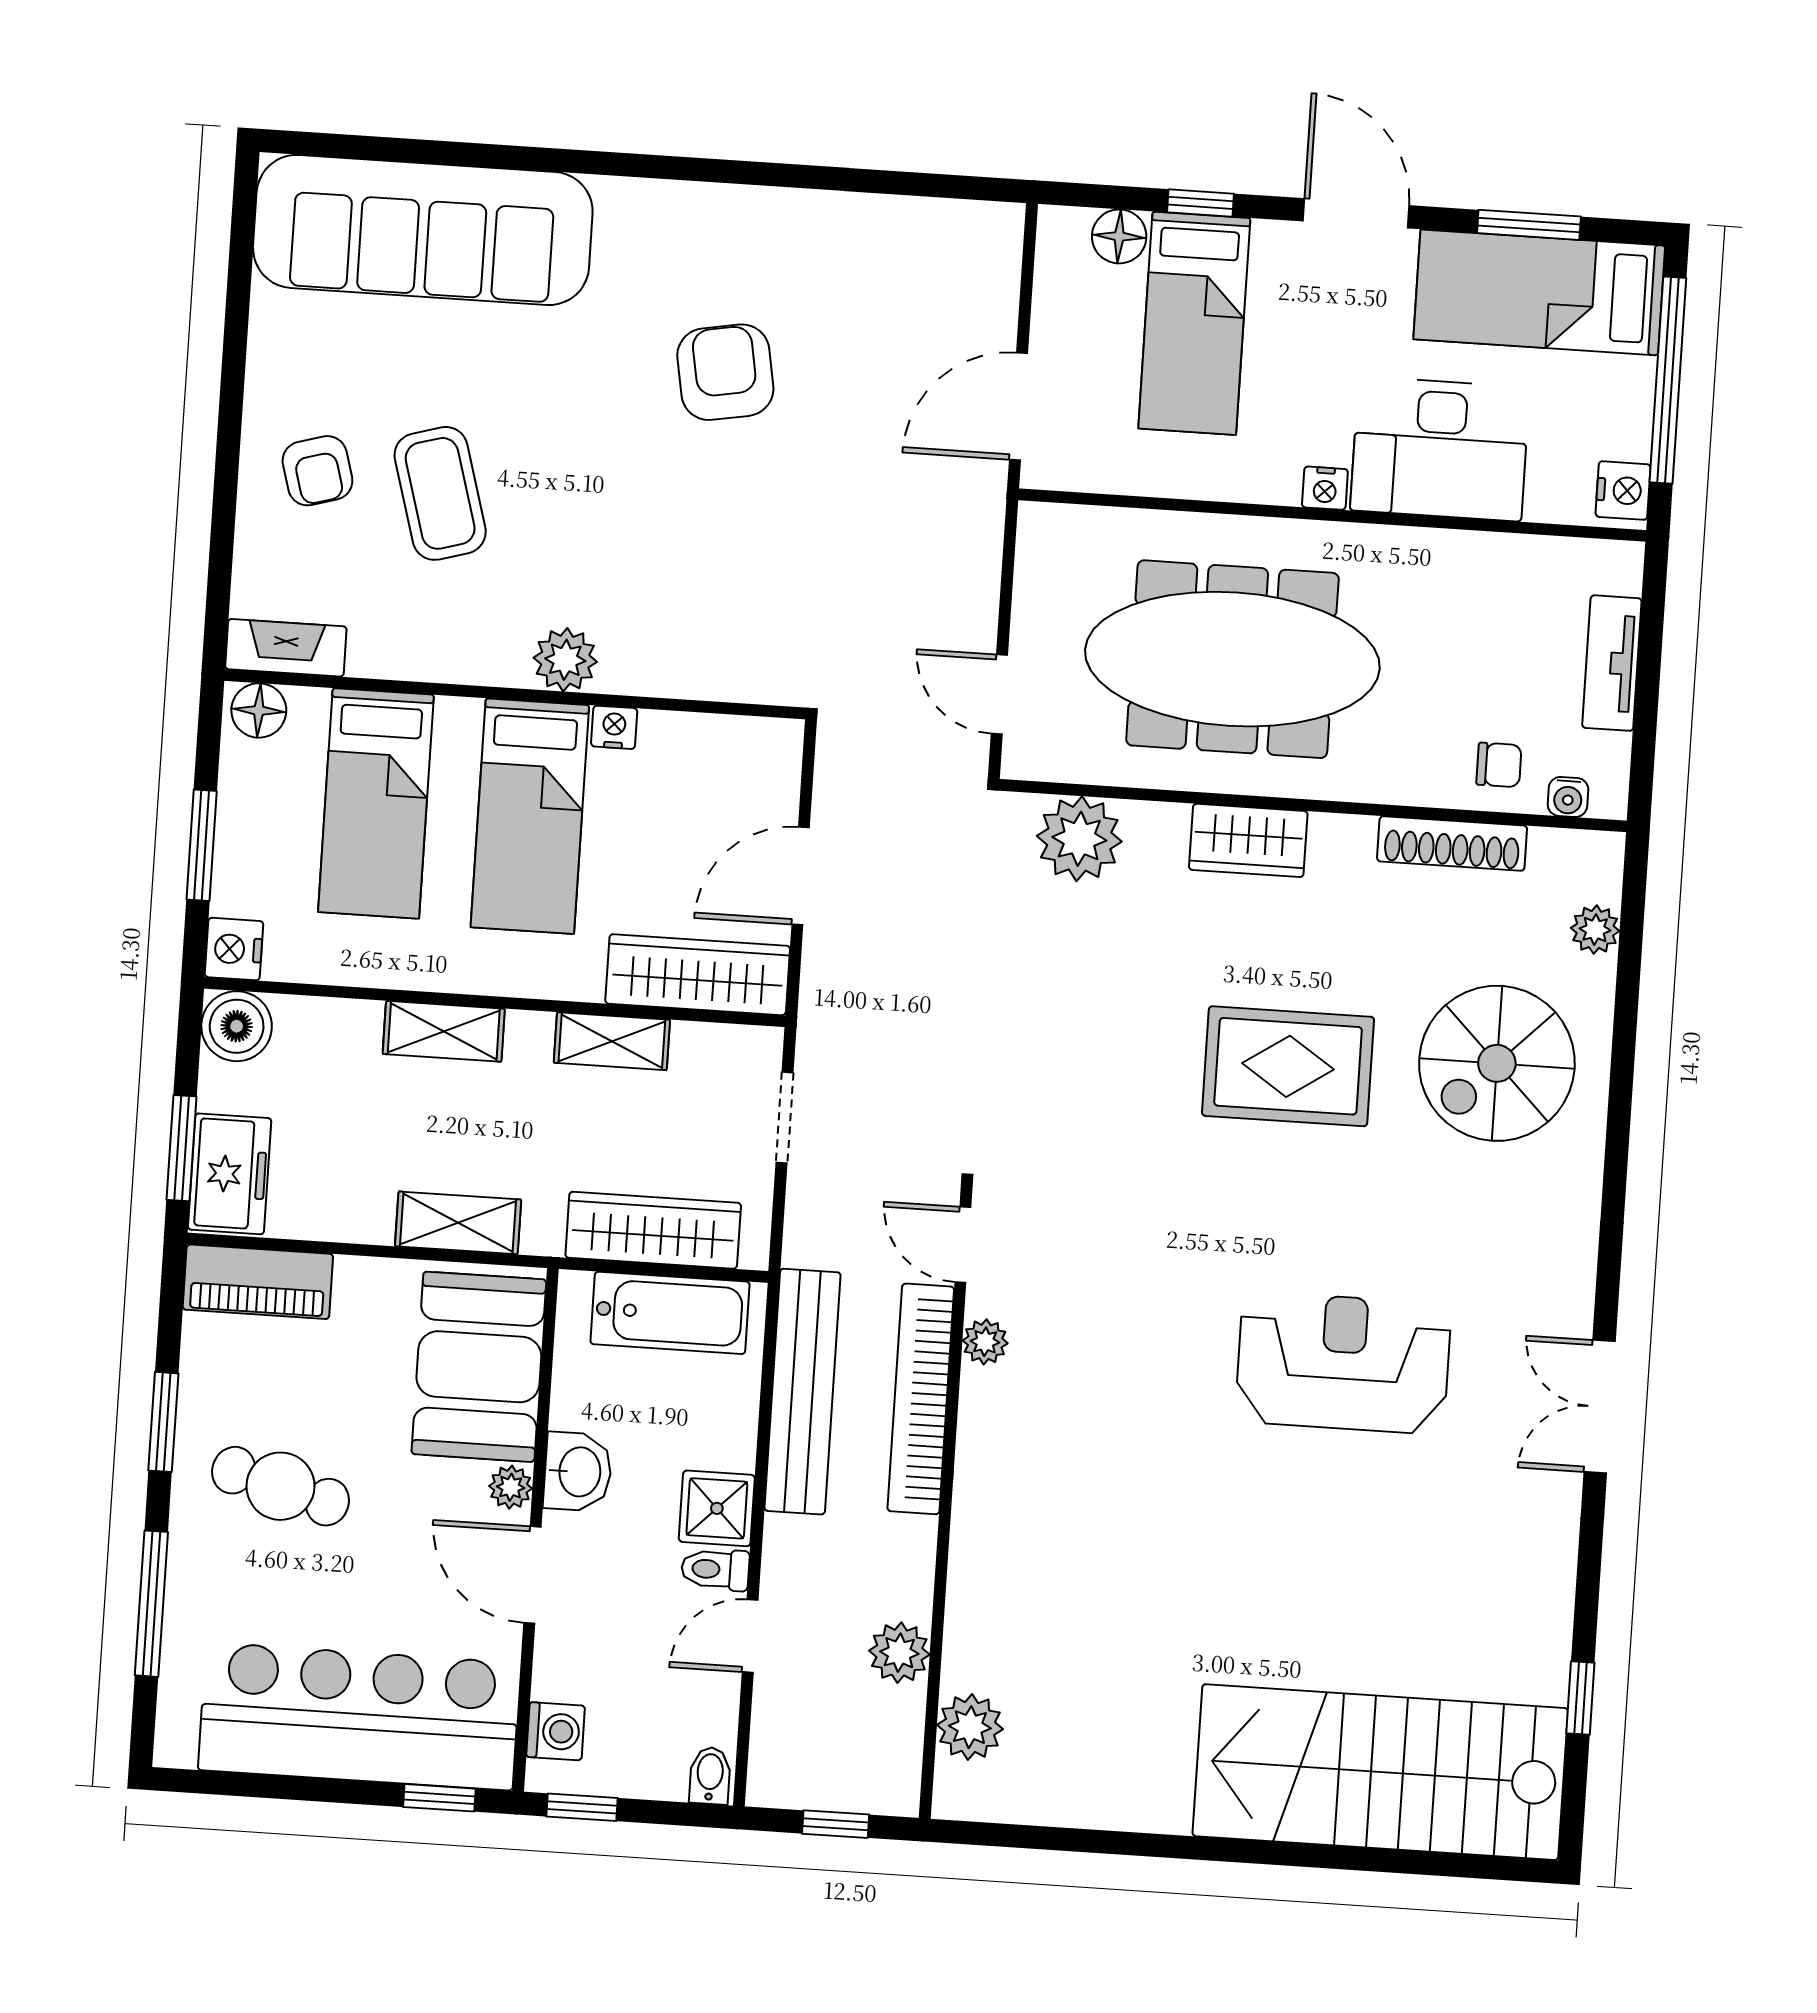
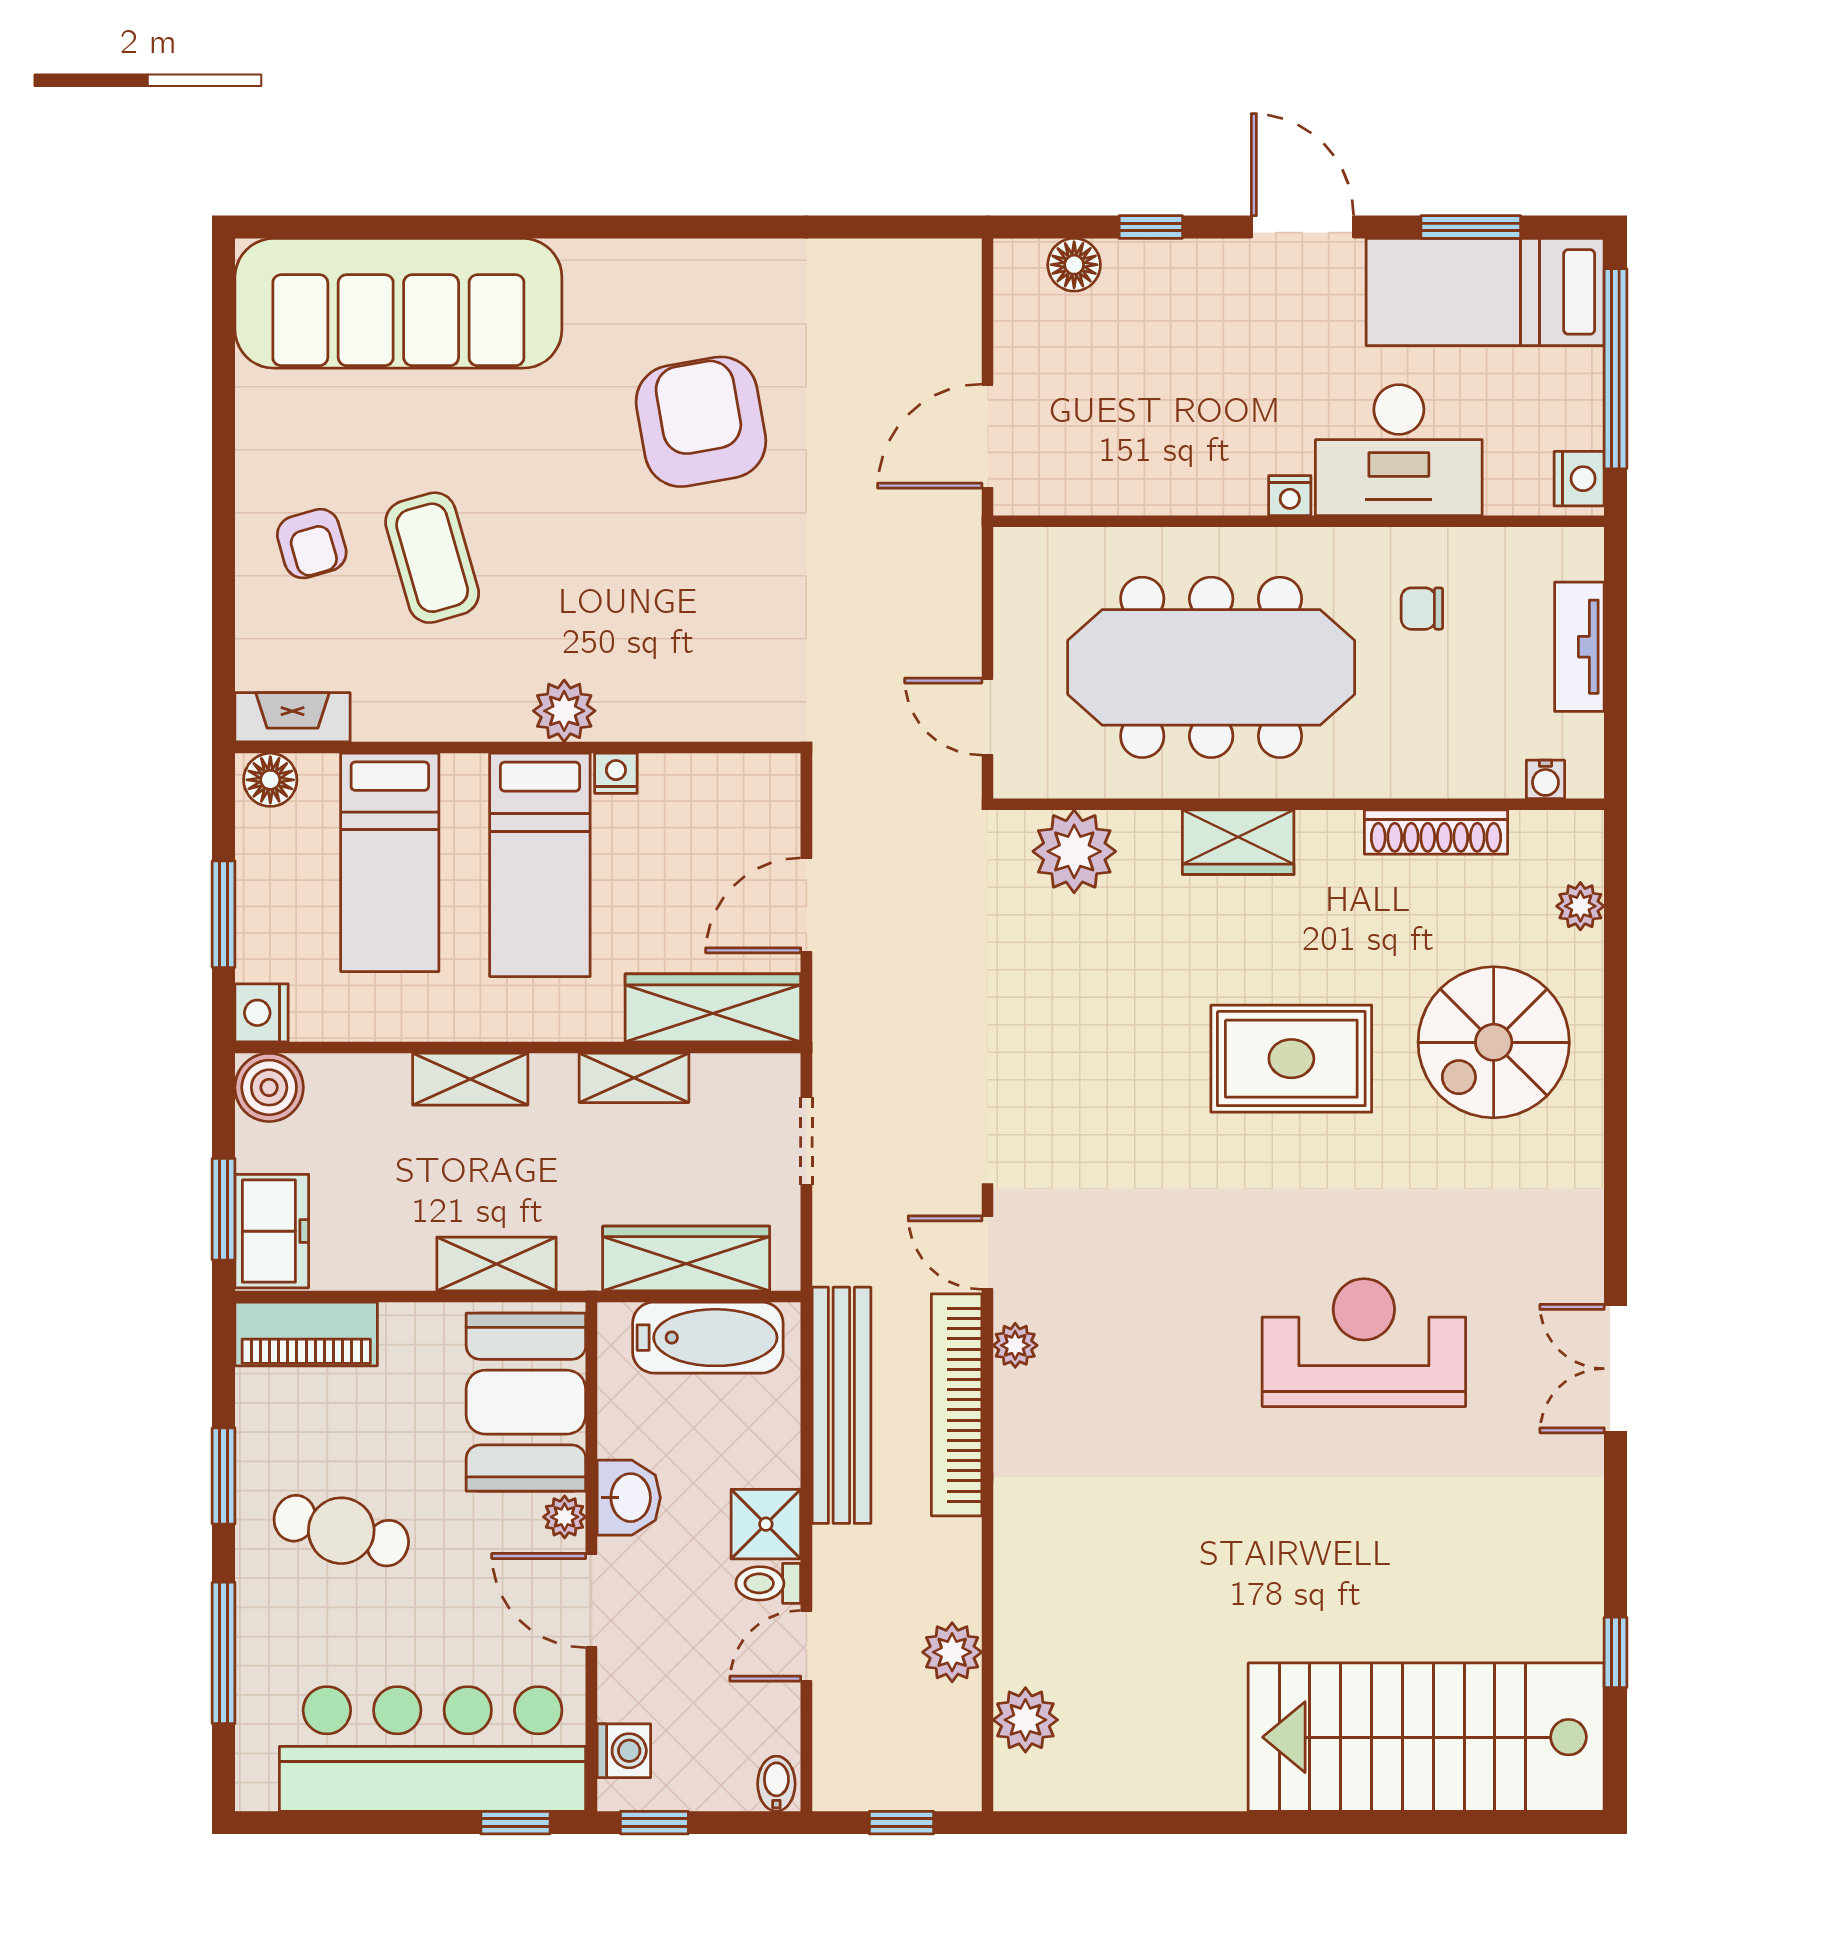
bed: (1194, 323) -> (1153, 344), removed
armchair: (725, 372) -> (701, 422), width x1.36, depth x1.36
chair: (1499, 765) -> (1422, 609), moved, turned 180

